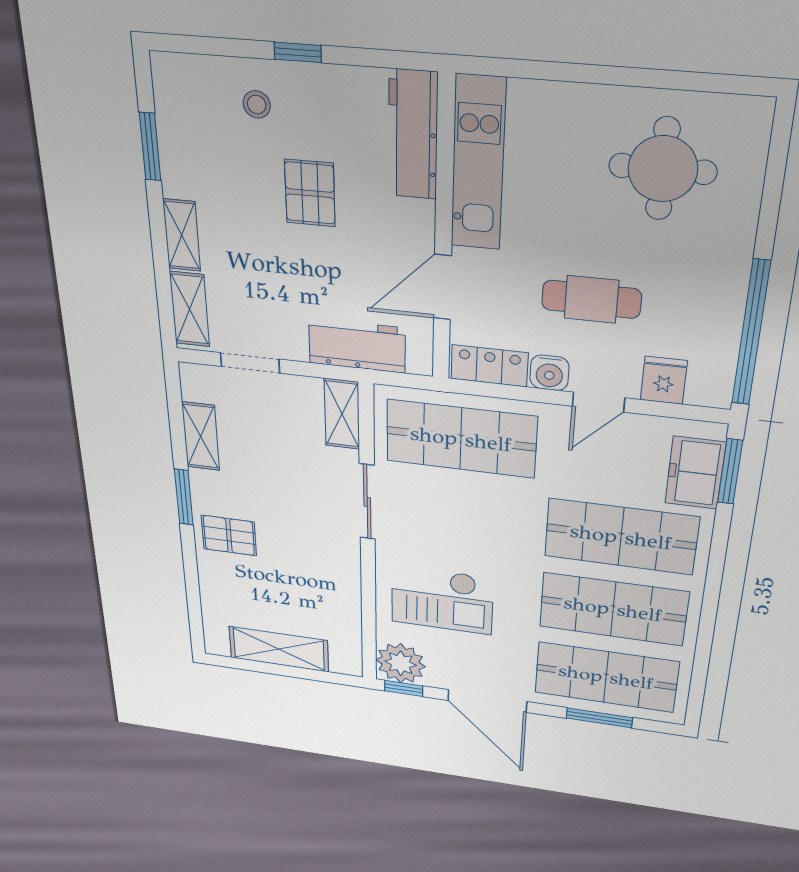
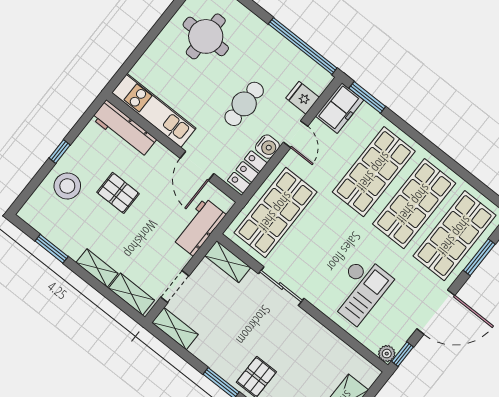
stool: (257, 104) -> (67, 186), width x1.89, depth x1.89
shelving: (201, 436) -> (175, 329), moved
freezer: (695, 473) -> (340, 108), moved, turned -90
plant: (401, 663) -> (387, 354), width x0.53, depth x0.53

